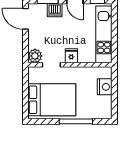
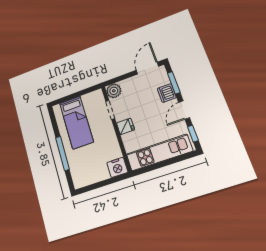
nightstand: (105, 87) -> (117, 167), moved
bed: (52, 100) -> (76, 122), width x0.67

